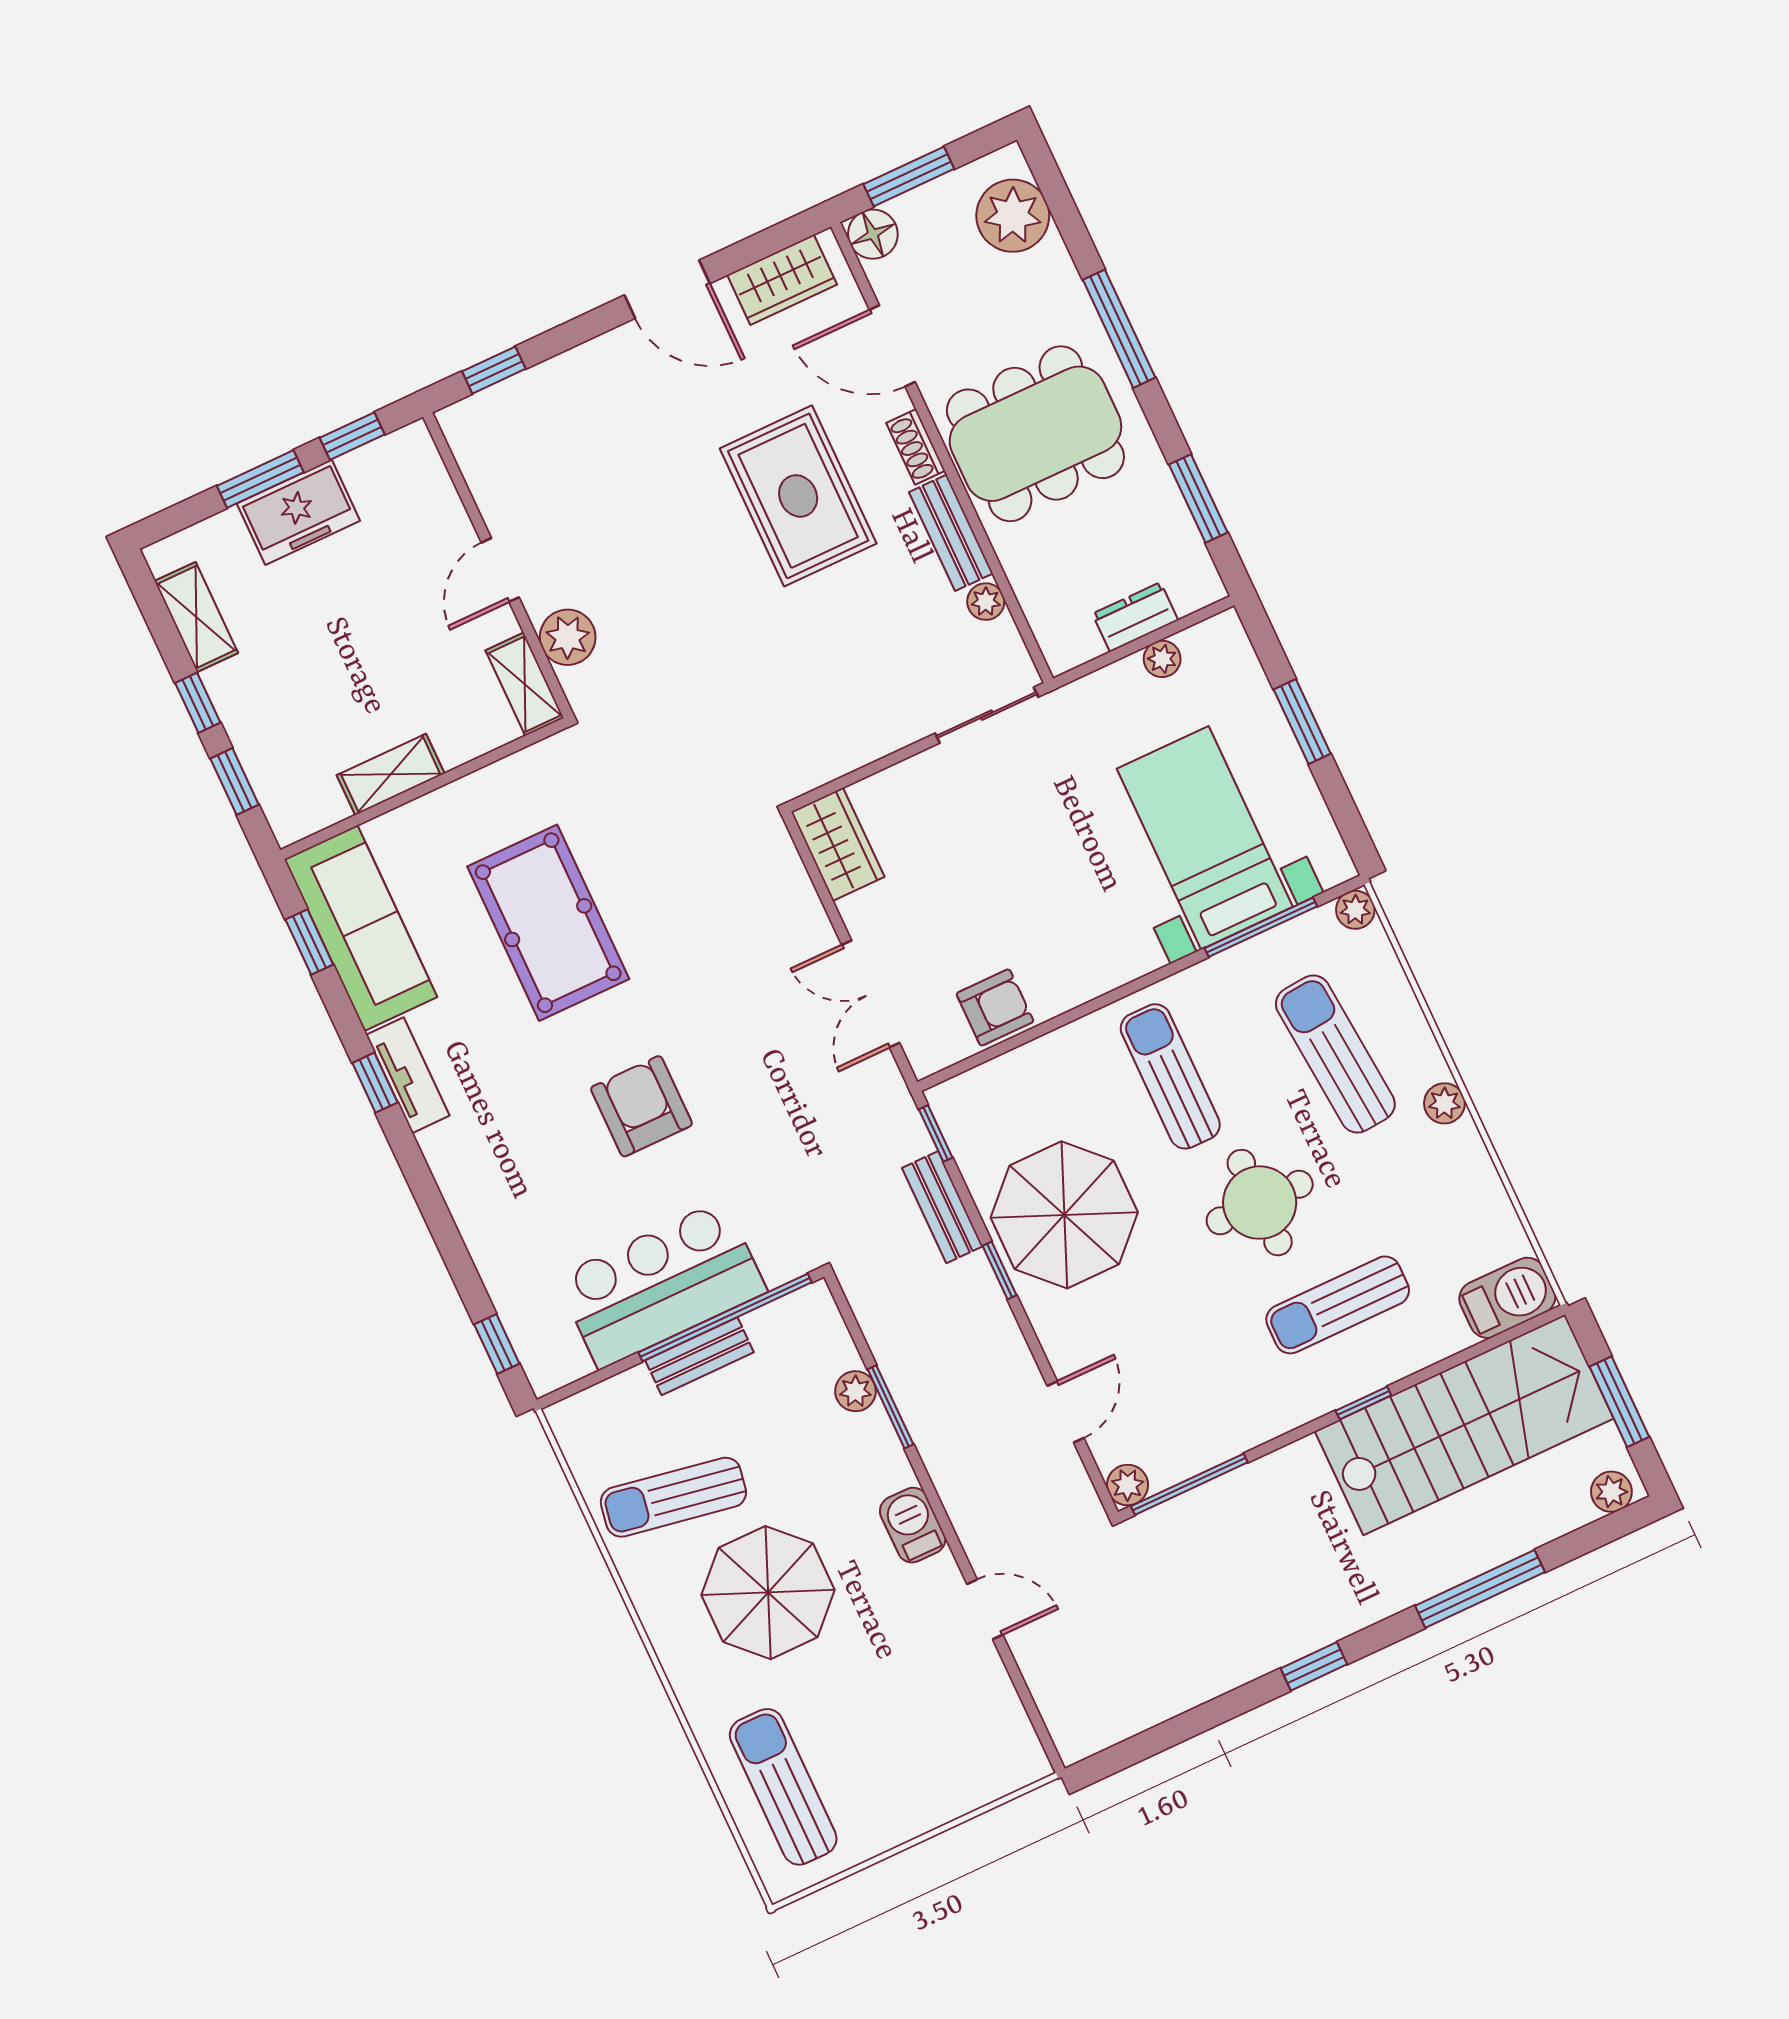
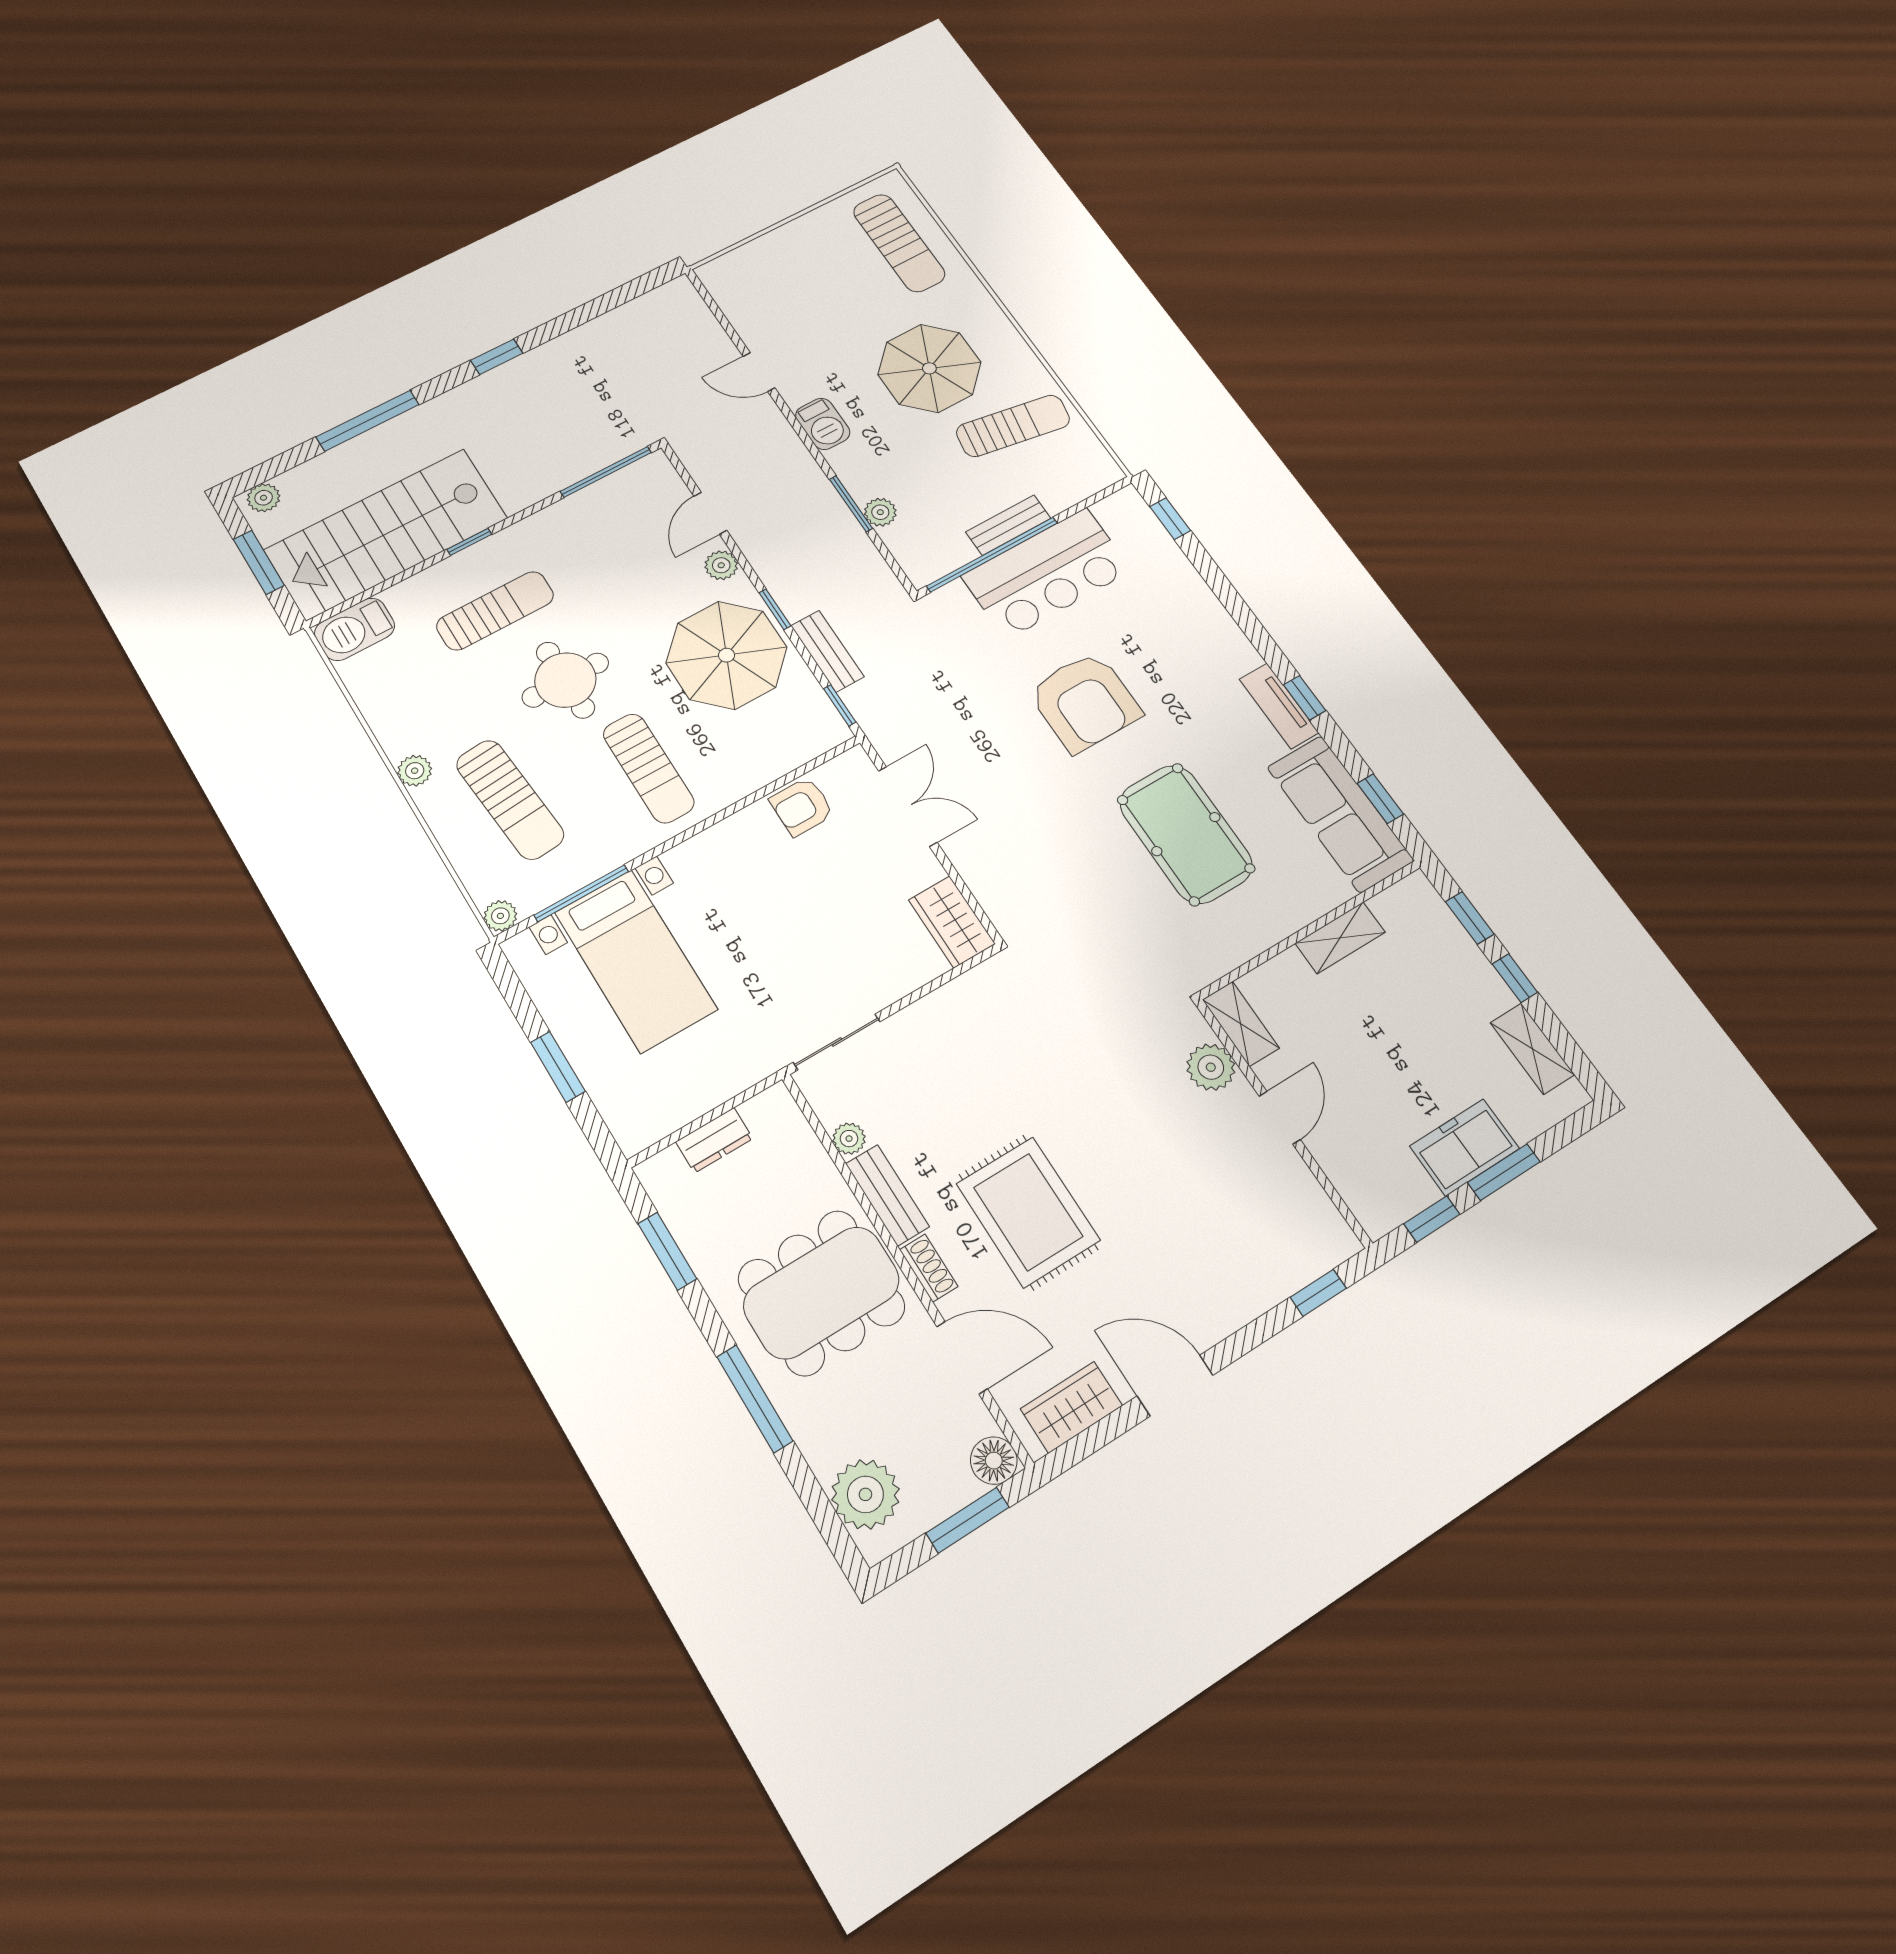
plant: (1162, 659) -> (687, 1107), removed
armchair: (641, 1106) -> (1085, 702), width x1.36, depth x1.36
plant: (1128, 1485) -> (721, 565), moved

